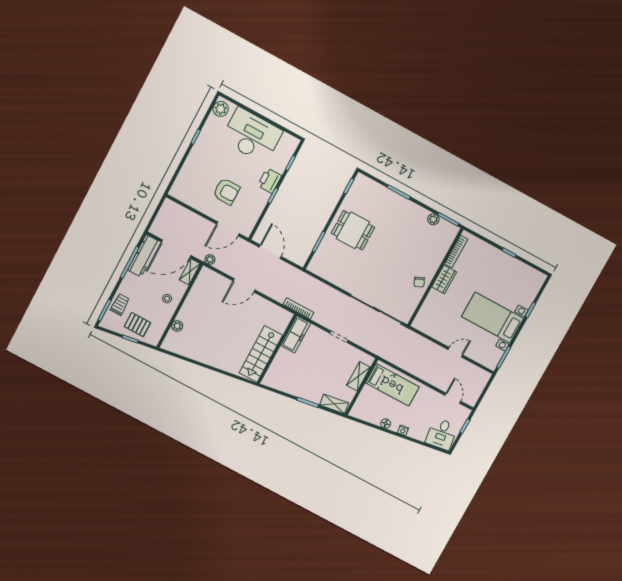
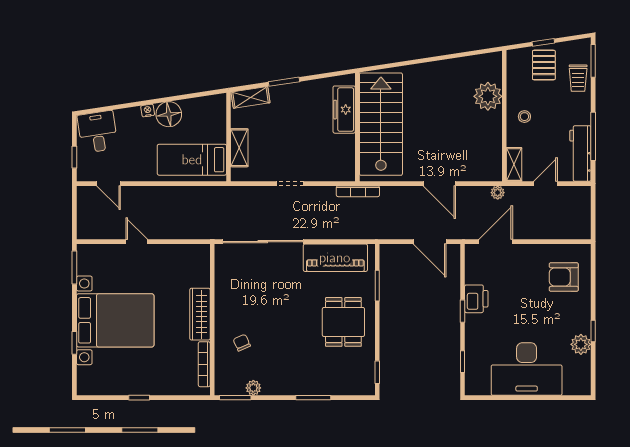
plant: (221, 109) -> (581, 344), moved
printer: (270, 181) -> (476, 299), moved
armchair: (226, 191) -> (564, 277), moved
dining table: (353, 230) -> (343, 322), turned 90
door: (176, 249) -> (545, 184), width x0.53
piano: (336, 274) -> (335, 258), added
wardrobe: (444, 279) -> (200, 314), width x1.50
chair: (419, 282) -> (242, 343), moved
door: (244, 285) -> (439, 184), swing flipped
bed with nightstands: (493, 318) -> (115, 320), width x1.36
pallet: (137, 325) -> (544, 65), turned 90
plant: (177, 326) -> (488, 96), width x1.88, depth x1.88
freezer: (296, 334) -> (344, 110), moved
door: (455, 352) -> (137, 242), swing flipped
stairs: (261, 354) -> (381, 124), width x1.36, depth x1.51
floor lamp: (386, 424) -> (169, 114), width x1.89, depth x1.89

